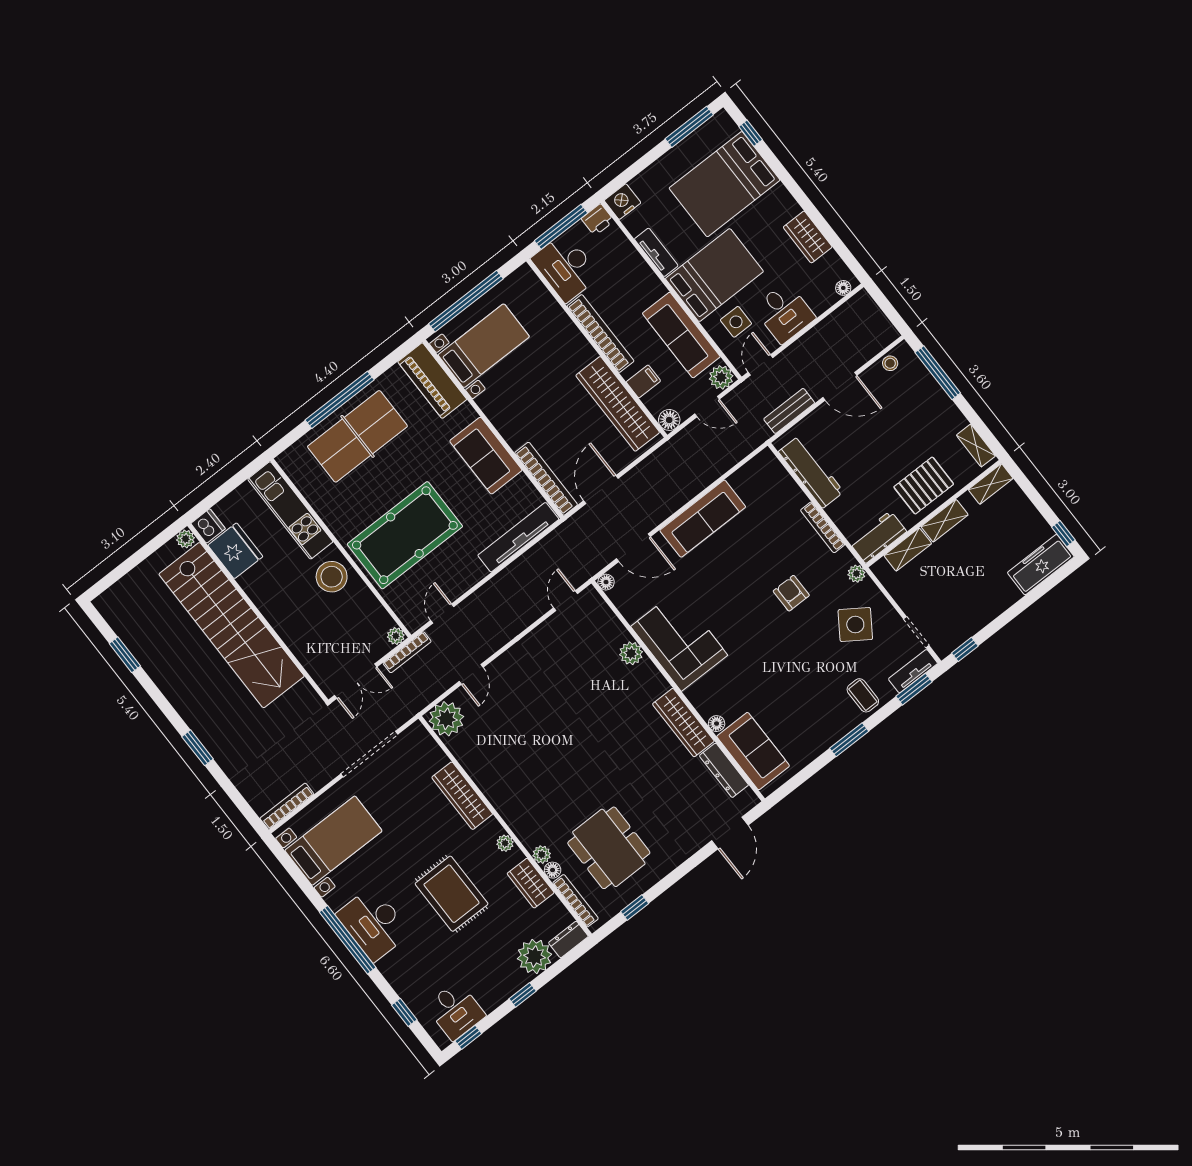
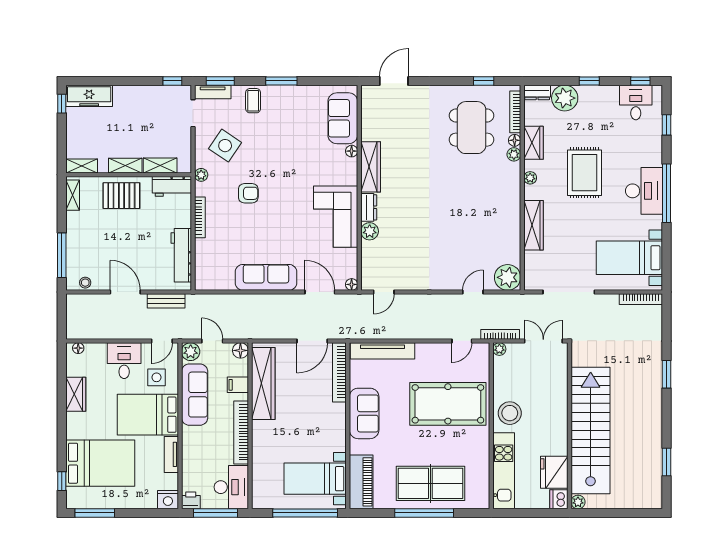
armchair: (791, 593) -> (248, 193), turned -90
dresser: (724, 770) -> (369, 207), moved, width x0.70

